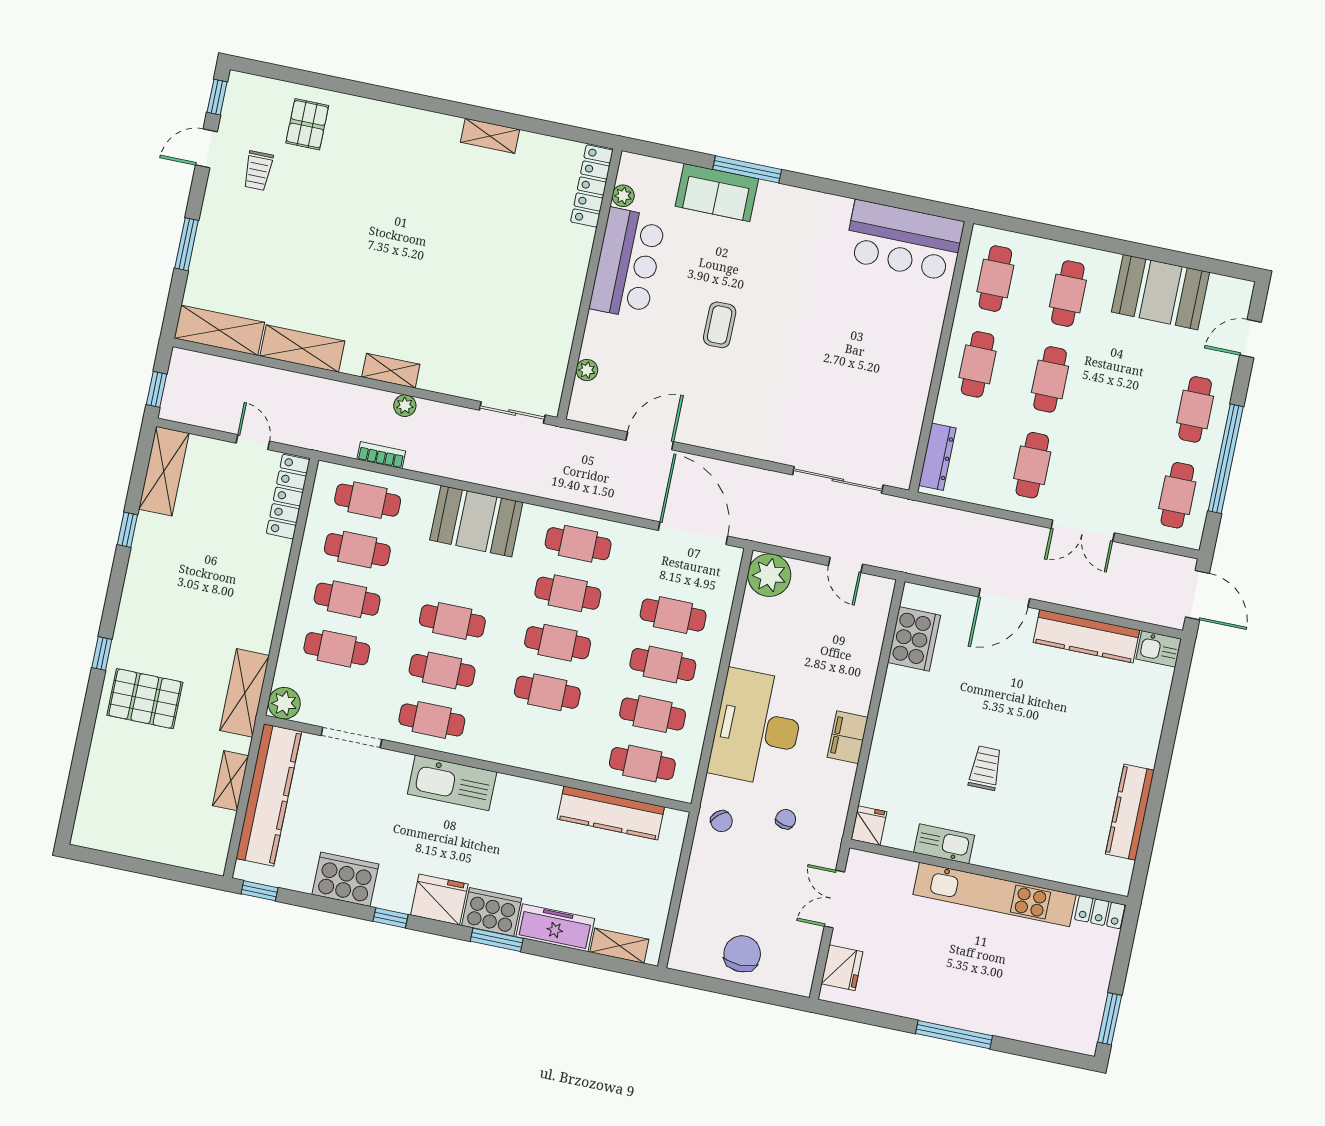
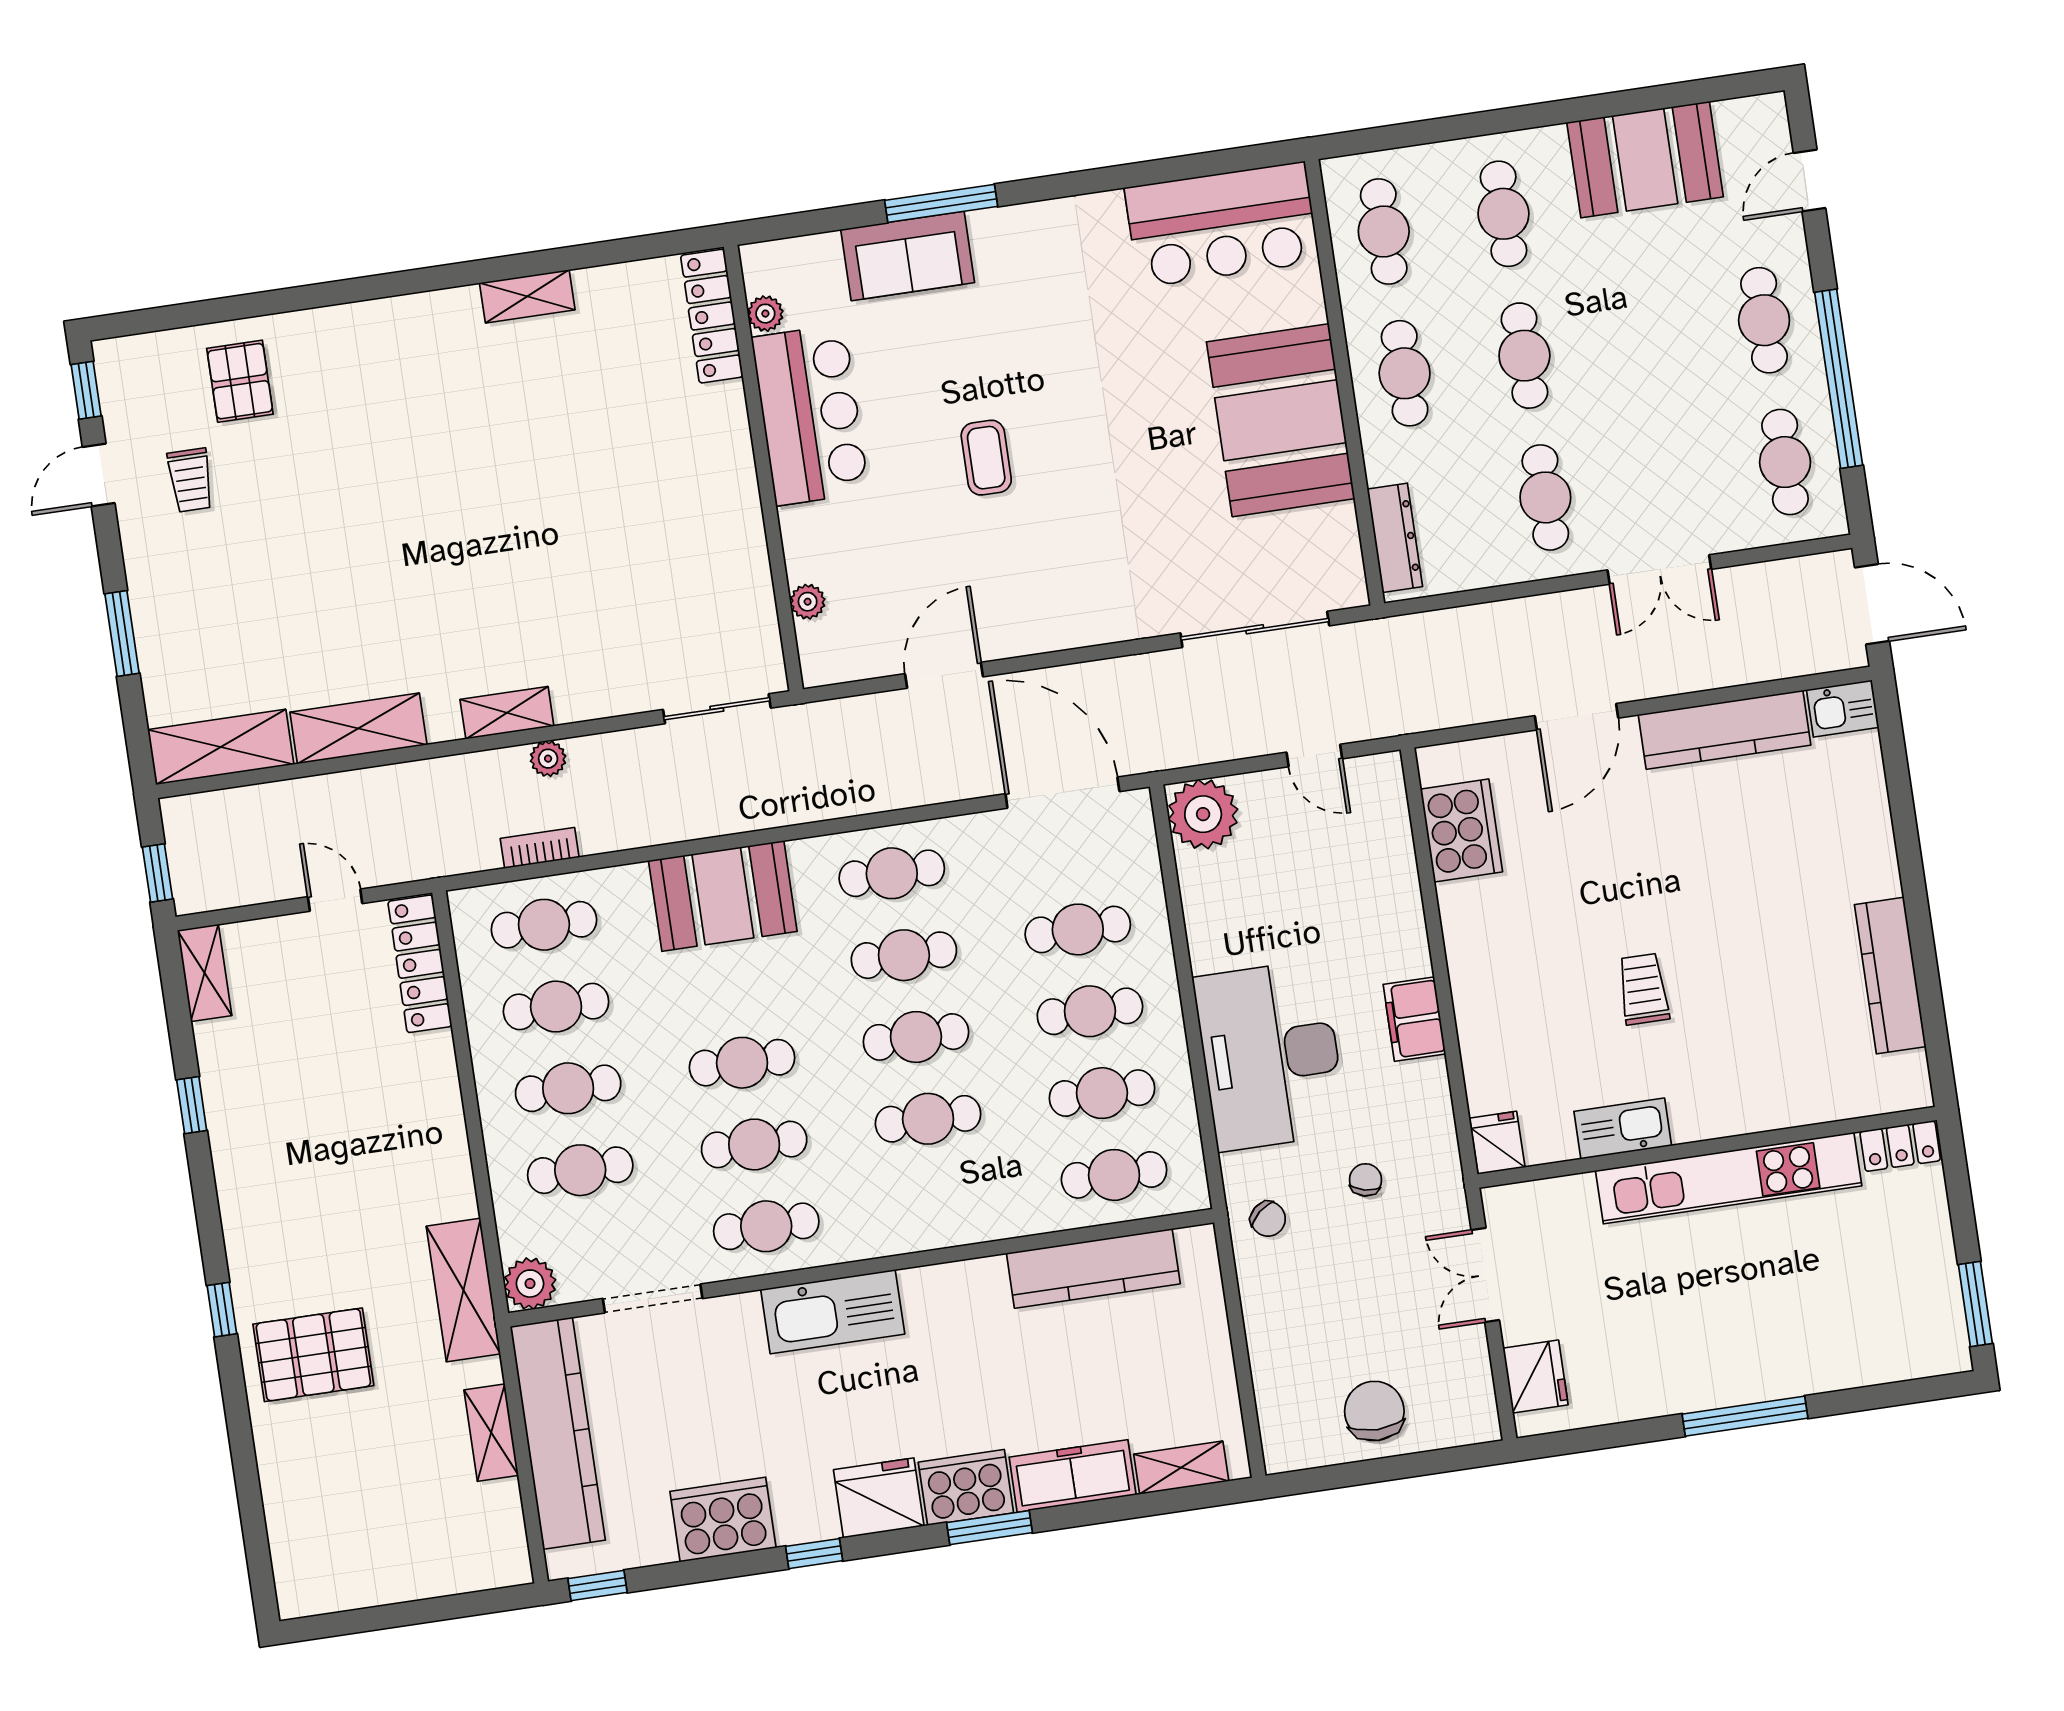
booth: (897, 365) -> (1281, 420), added
shelving: (164, 471) -> (204, 973), width x0.67, depth x0.75

